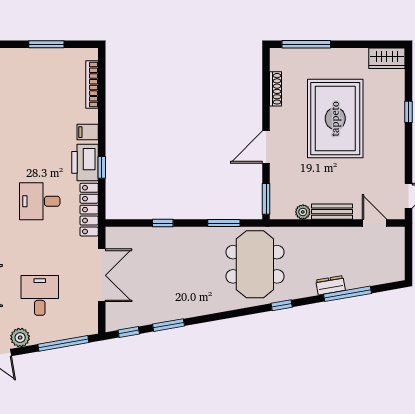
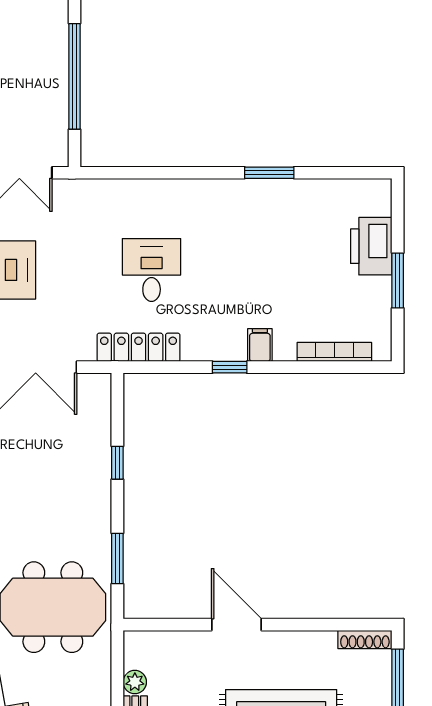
shoe rack: (276, 89) -> (365, 639), moved
printer: (85, 162) -> (371, 246), moved, turned -90
window: (102, 167) -> (230, 367), moved
window: (266, 199) -> (155, 625), removed

